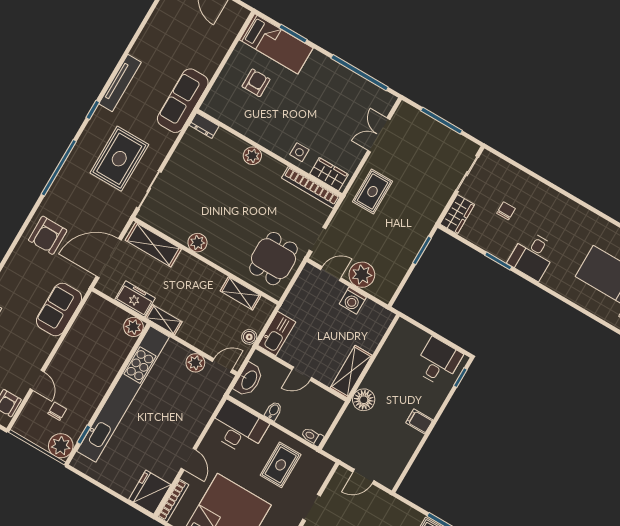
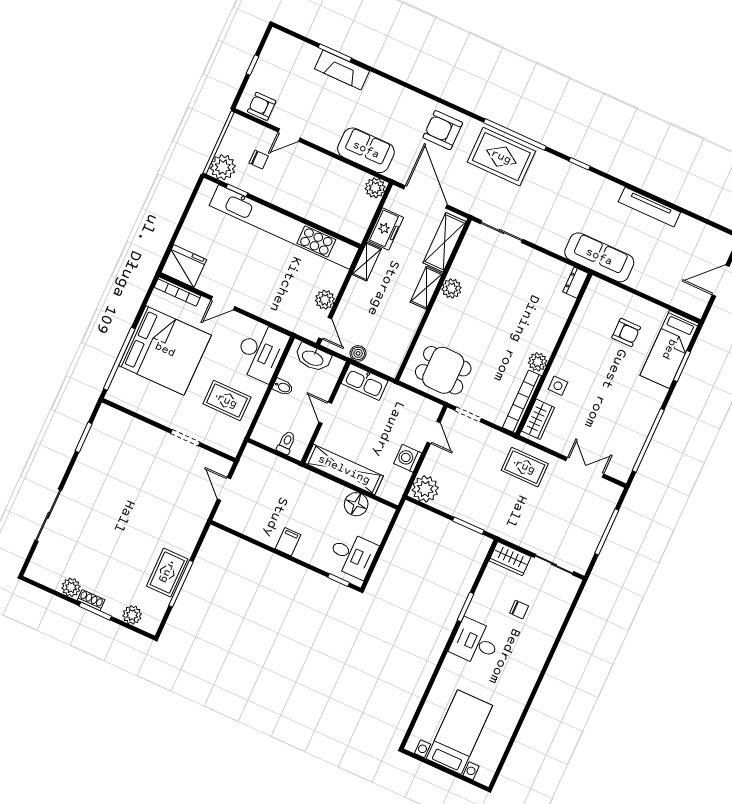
tv unit: (120, 83) -> (649, 207), moved
plant: (252, 156) -> (538, 362), moved
rug: (119, 159) -> (501, 157), moved
plant: (362, 275) -> (425, 489), moved
shelving: (241, 293) -> (426, 288), moved
plant: (133, 327) -> (375, 188), moved
shelving: (351, 372) -> (344, 470), width x1.47
floor lamp: (364, 400) -> (356, 504), moved
toilet: (312, 437) -> (286, 443), moved

